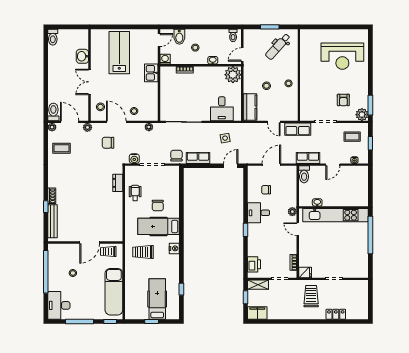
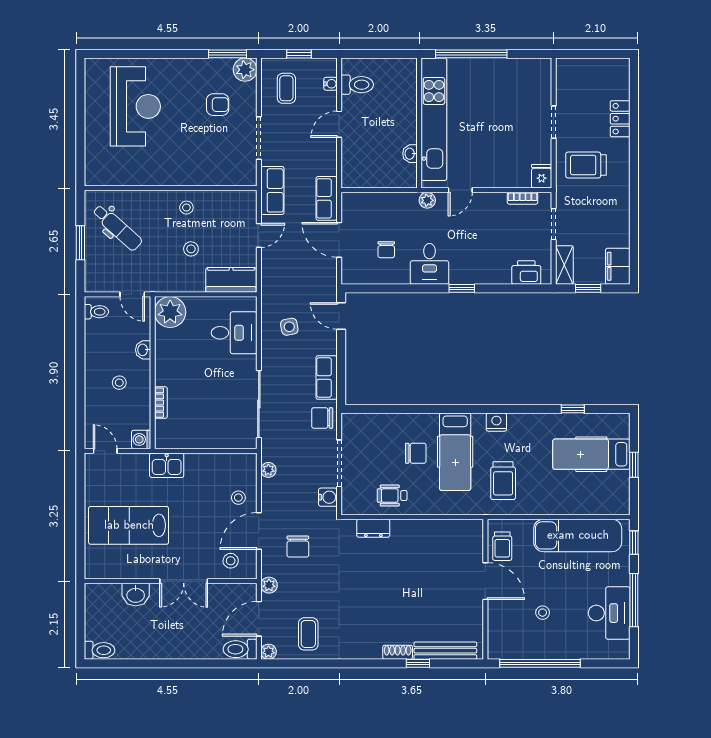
bidet: (179, 37) -> (99, 413), removed
row of seats: (308, 158) -> (327, 198), moved
door: (333, 165) -> (339, 124), swing flipped
toilet: (304, 174) -> (357, 85), moved
desk: (59, 305) -> (609, 613), moved, turned -90

